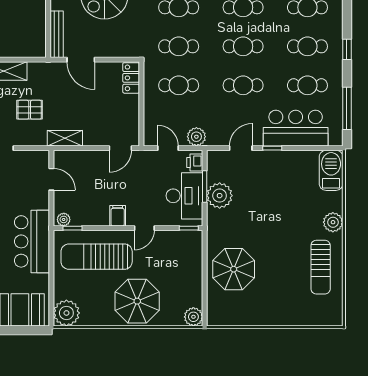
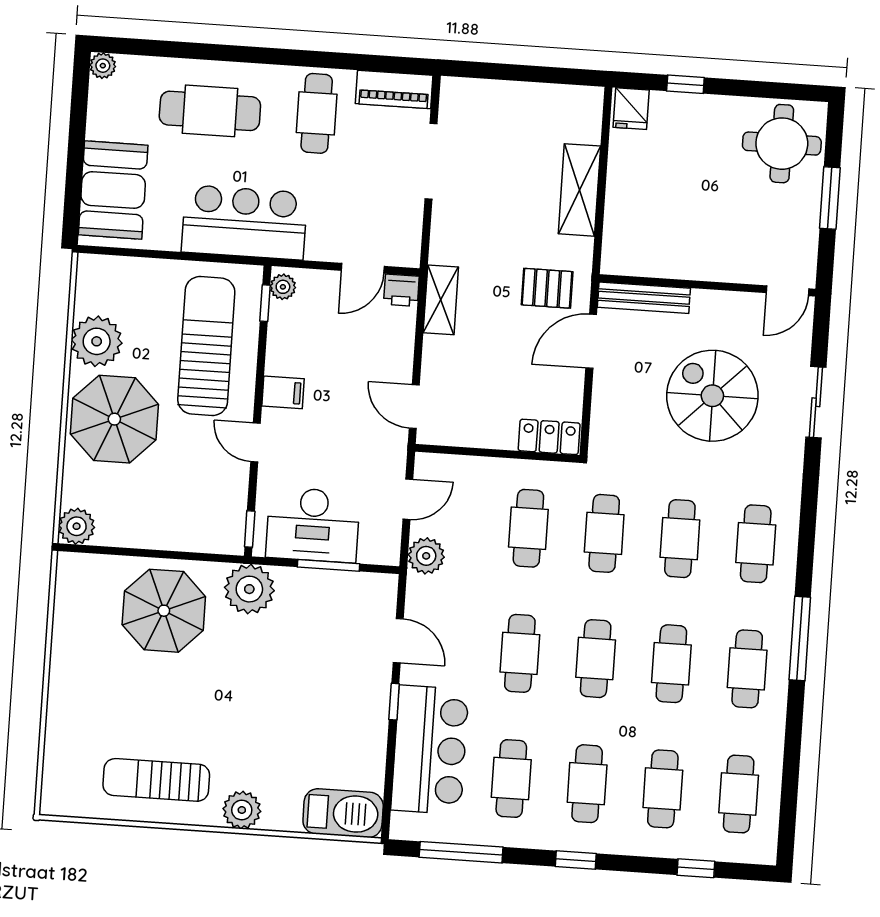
pallet: (30, 110) -> (547, 288), moved, turned 90
printer: (195, 163) -> (401, 290), moved, turned 180
plant: (220, 196) -> (249, 589), moved
plant: (66, 313) -> (97, 341), moved

